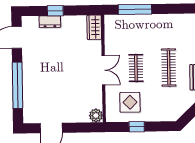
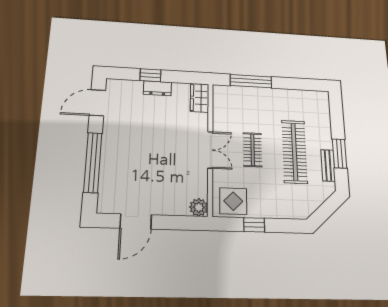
dresser: (50, 22) -> (157, 88), moved
clothes rail: (169, 68) -> (294, 152), width x1.37, depth x1.31
display table: (130, 102) -> (233, 201), moved

